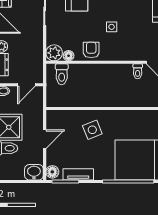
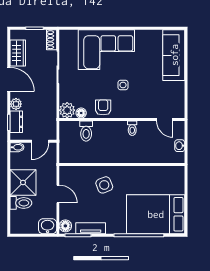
toilet: (138, 71) -> (132, 128), moved
toilet: (62, 74) -> (86, 131), moved
door: (45, 139) -> (58, 194), hinge flipped

